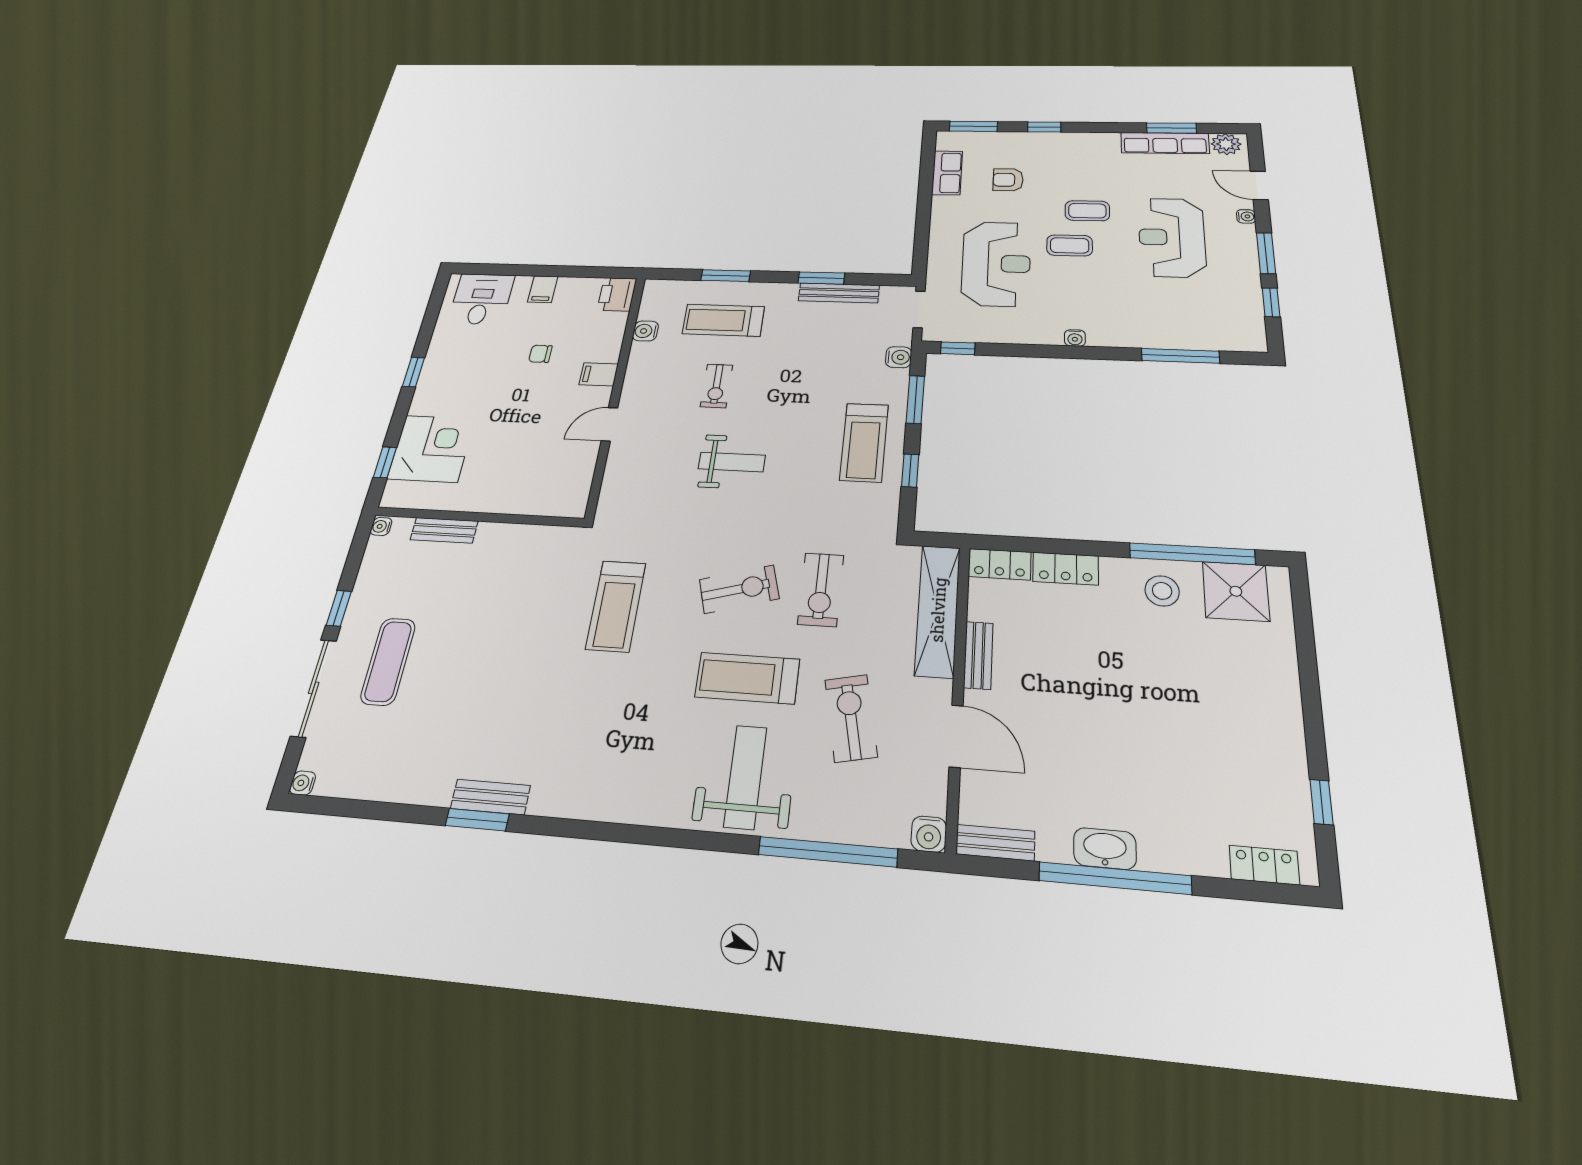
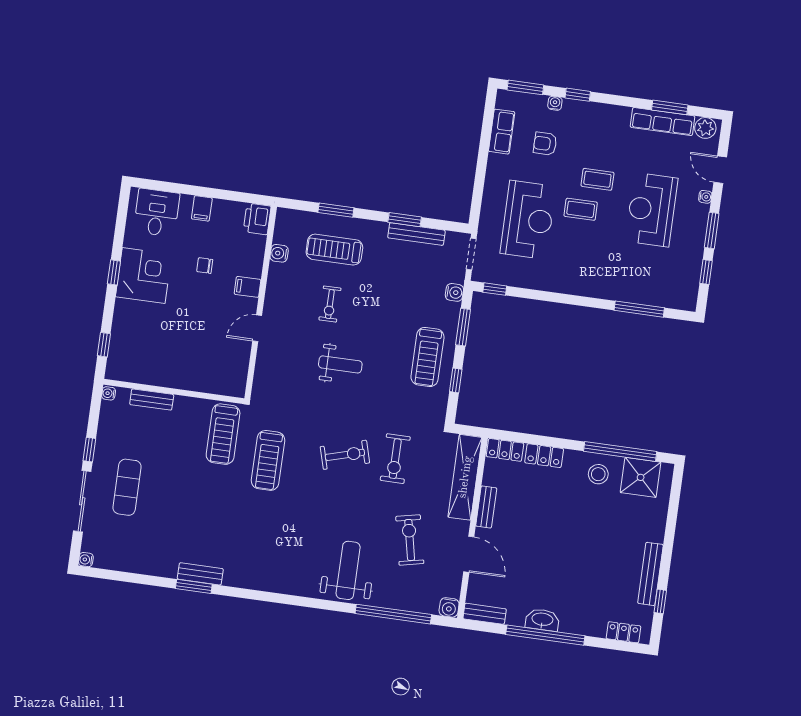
water cooler: (1075, 338) -> (555, 103), moved, turned 180
corner desk: (431, 449) -> (144, 276), moved
treadmill: (747, 678) -> (223, 434), moved, turned -90
bench: (1291, 752) -> (650, 574), added

